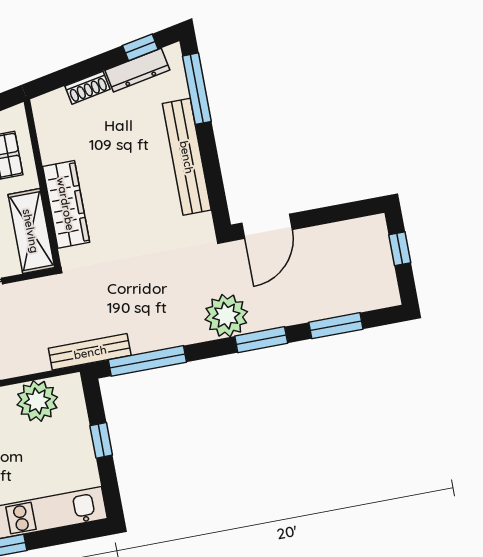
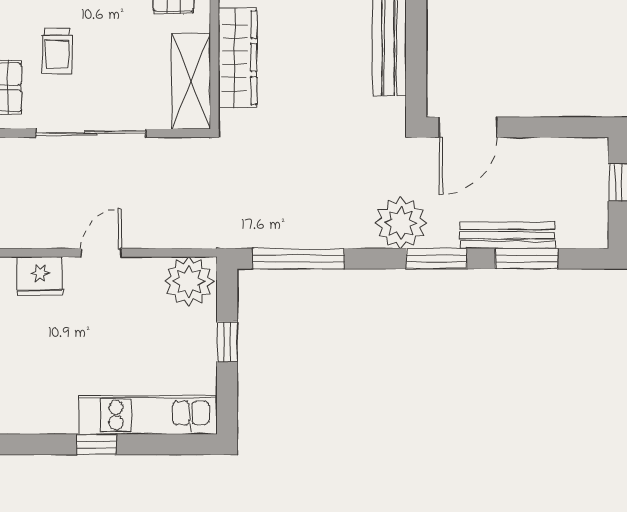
bench: (90, 352) -> (507, 235), moved
plant: (37, 401) -> (189, 281), moved

